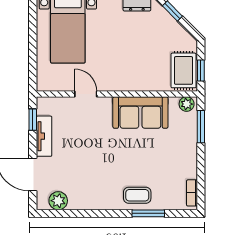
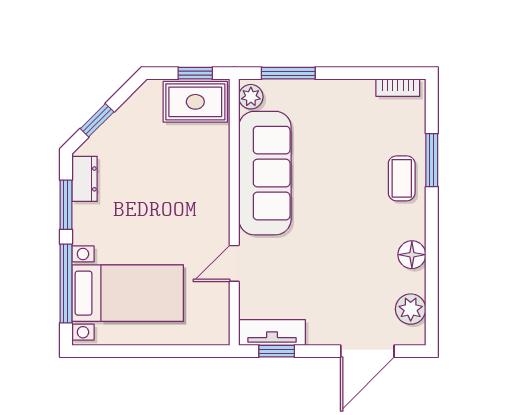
sofa: (140, 112) -> (265, 173), width x1.36
tv unit: (44, 136) -> (272, 332), moved
floor lamp: (91, 201) -> (412, 255), added

